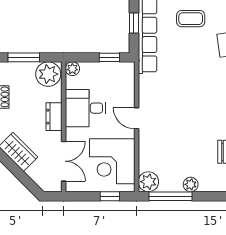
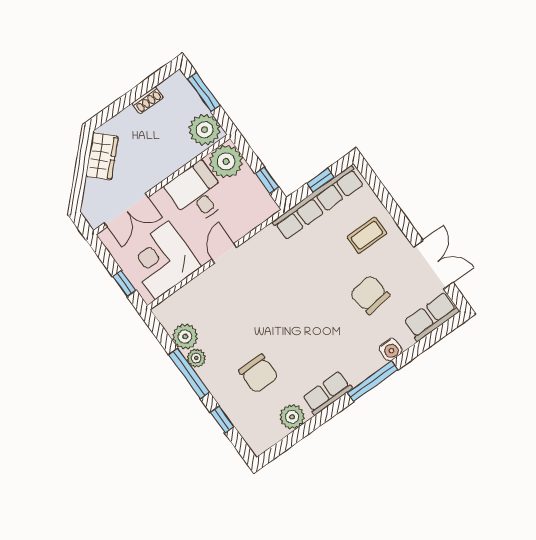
coffee table: (191, 19) -> (367, 235), turned 90
plant: (72, 69) -> (226, 161), width x1.87, depth x1.87
dresser: (54, 117) -> (165, 167), removed
plant: (148, 182) -> (185, 337), moved
window: (171, 196) -> (189, 374), moved

